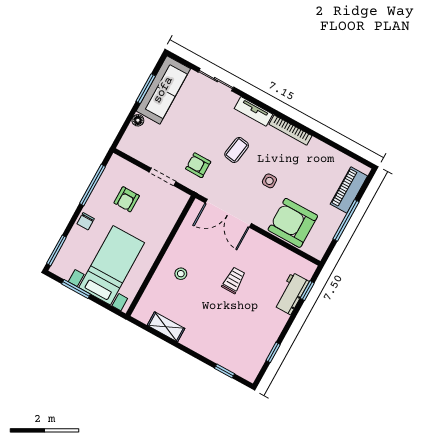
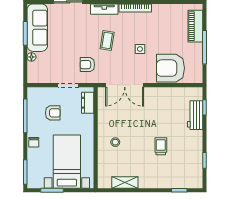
armchair: (127, 199) -> (53, 113), turned -90
dresser: (174, 210) -> (88, 103), added
trolley: (234, 280) -> (161, 146), moved

